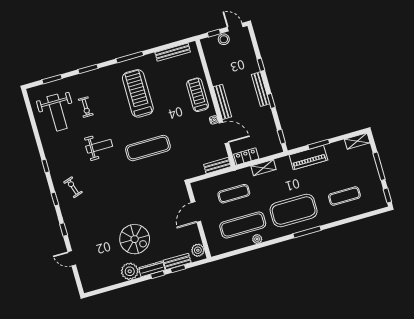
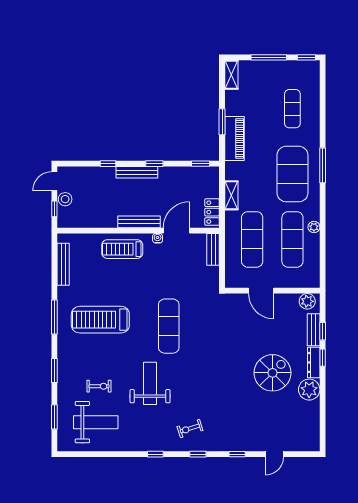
weight bench: (99, 146) -> (150, 383), width x1.36, depth x1.33
exercise mat: (234, 194) -> (252, 239), width x1.36, depth x1.45

